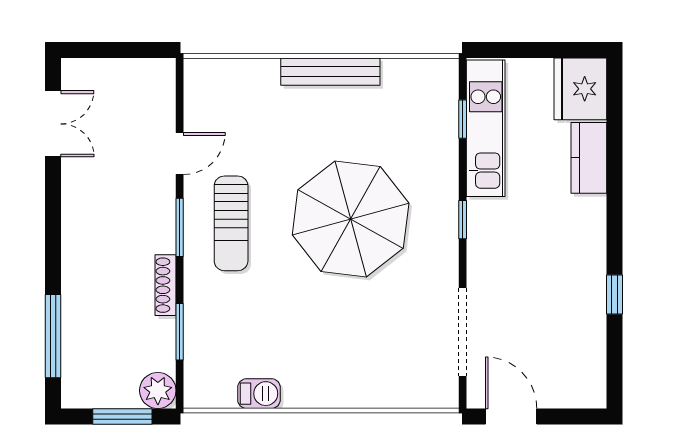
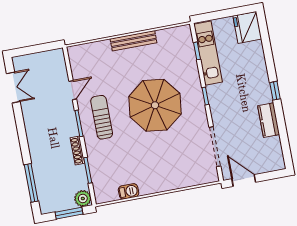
kitchen counter: (589, 158) -> (269, 120), moved
sun lounger: (231, 223) -> (102, 117), turned 180
window: (615, 294) -> (275, 91), moved

